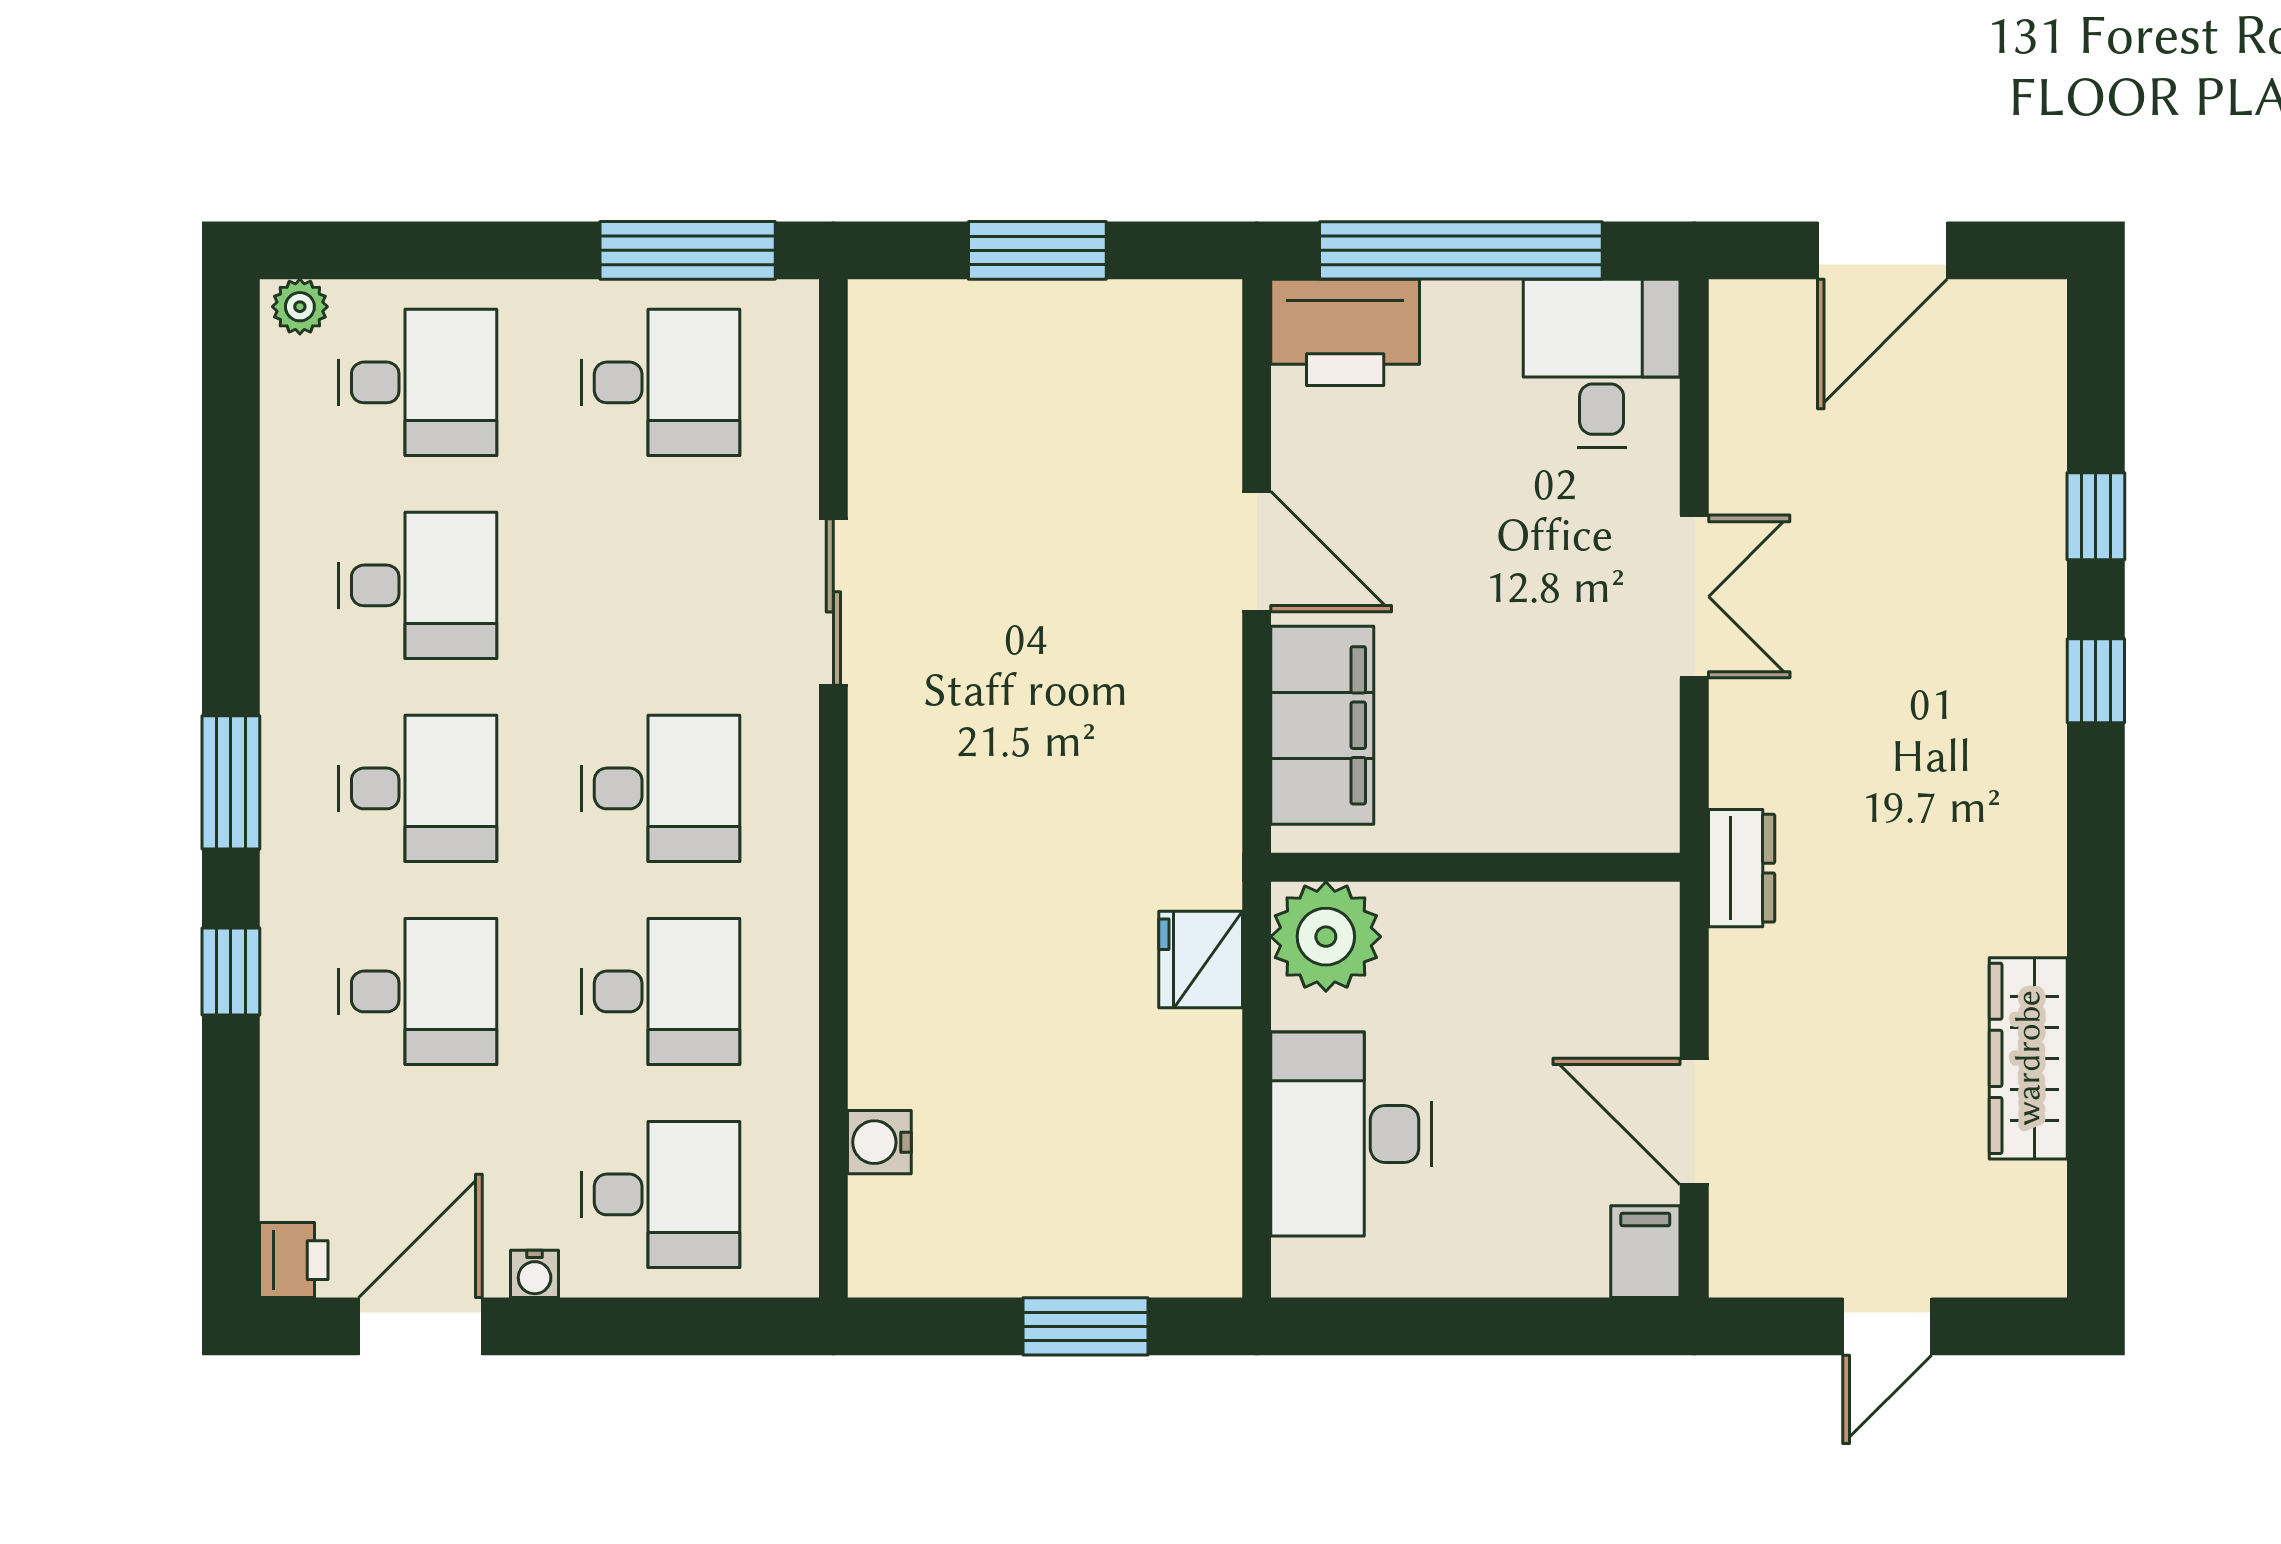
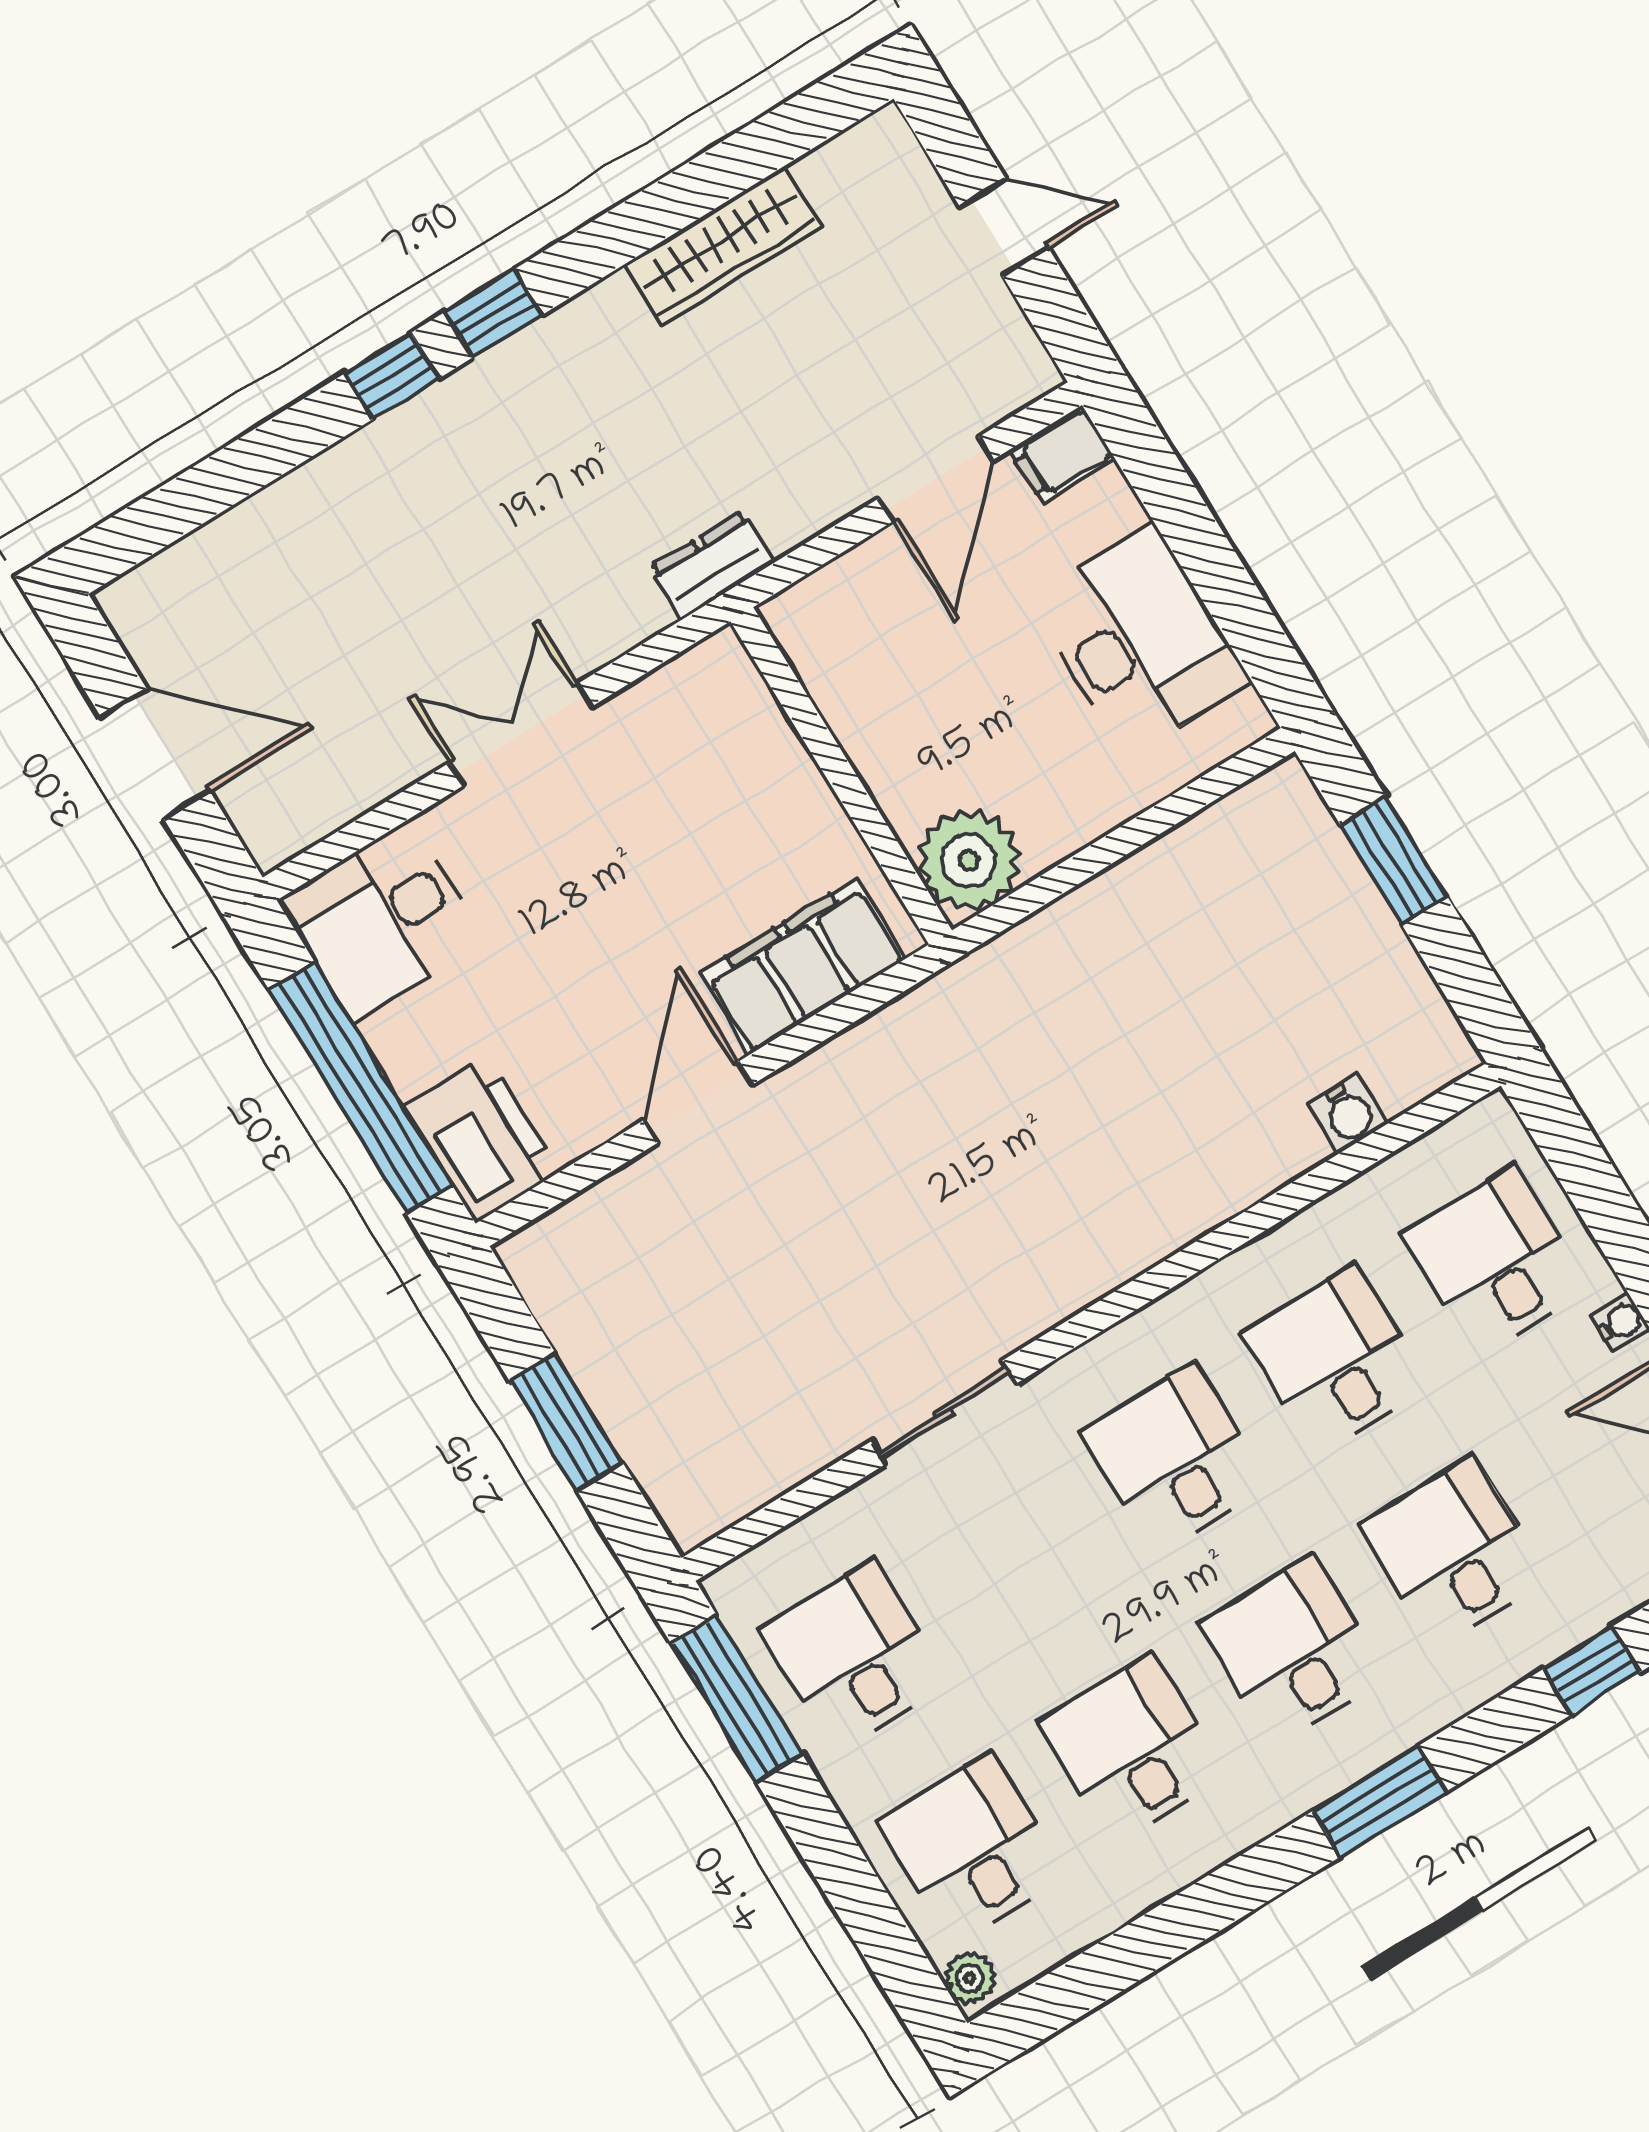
window: (2096, 516) -> (493, 314), moved
fridge: (1201, 959) -> (1048, 948), removed
window: (231, 971) -> (1592, 1670), moved
desk: (1351, 1134) -> (1139, 640), moved, turned -90

